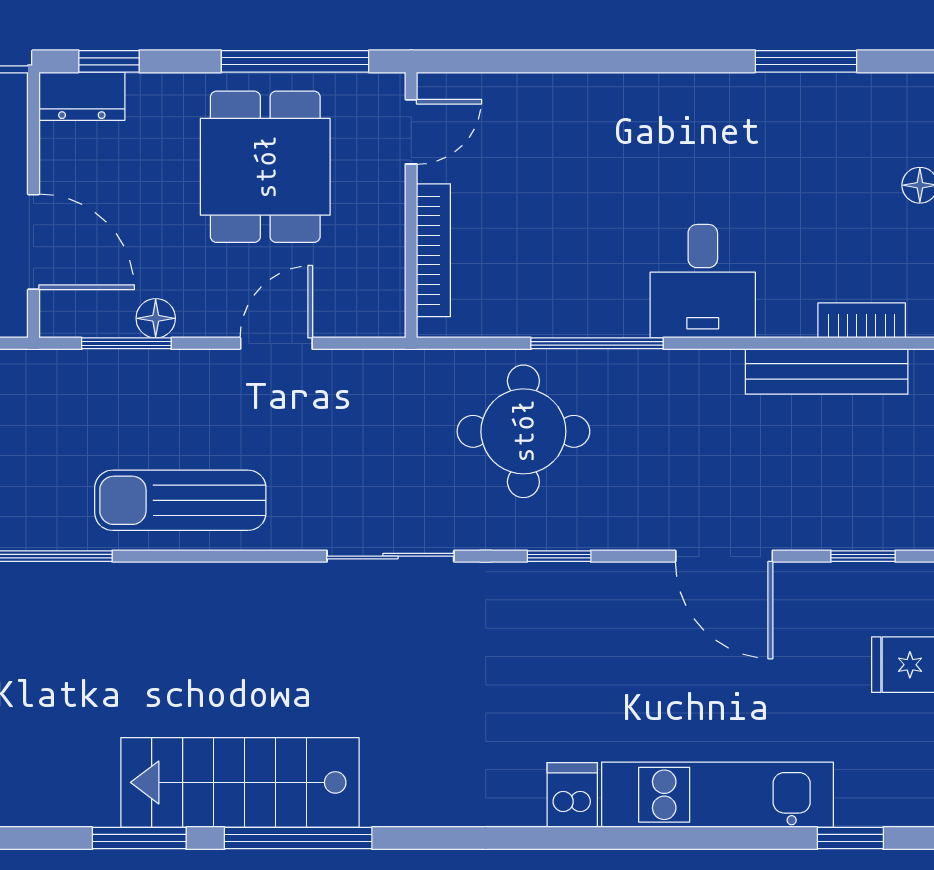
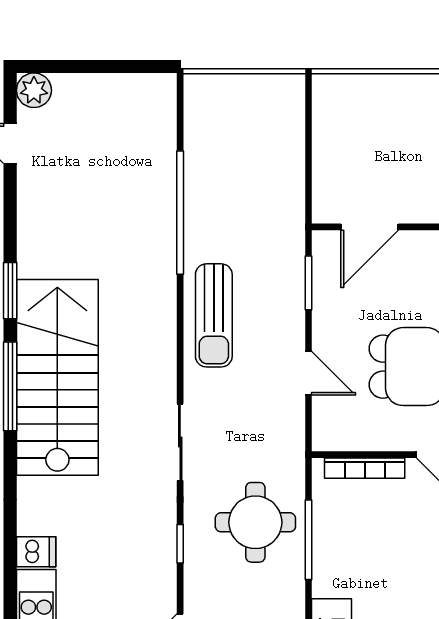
floor lamp: (156, 318) -> (324, 301), removed
window: (597, 343) -> (308, 540), moved
sun lounger: (180, 500) -> (214, 315), turned 180
stairs: (240, 782) -> (57, 377), width x1.36, depth x1.51

